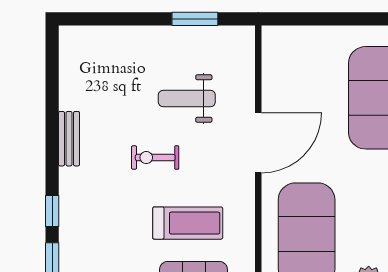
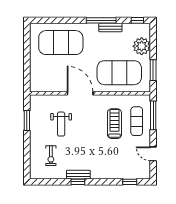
exercise bike: (155, 158) -> (51, 156), moved
window: (52, 211) -> (78, 182), moved

